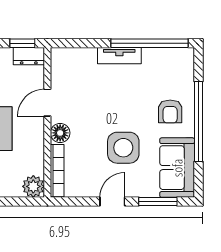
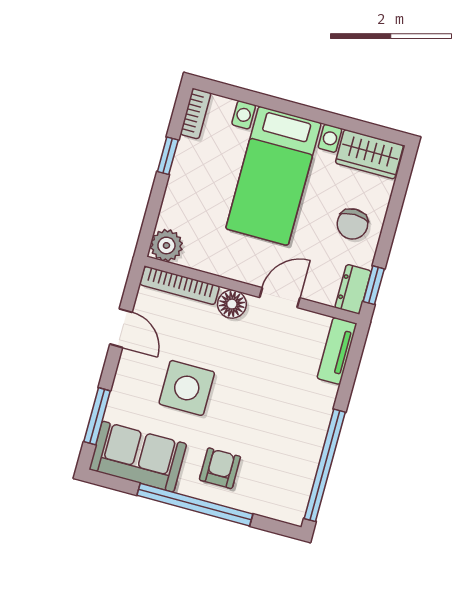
tv unit: (119, 56) -> (337, 351), moved
door: (47, 103) -> (280, 298), hinge flipped
armchair: (170, 111) -> (220, 468), turned 90
door: (112, 202) -> (121, 328), moved

